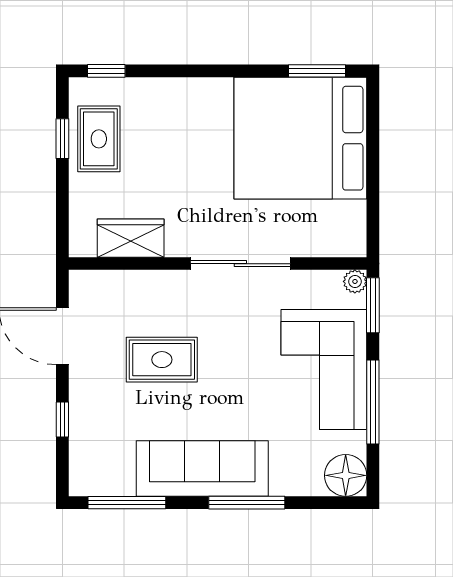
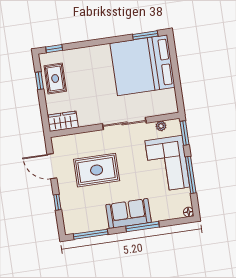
wardrobe: (131, 238) -> (63, 121), moved
plant: (355, 281) -> (161, 126), moved
rug: (162, 360) -> (97, 170), width x1.36, depth x1.43
sofa: (202, 469) -> (129, 213), width x0.73
floor lamp: (346, 475) -> (188, 212), width x0.53, depth x0.53

